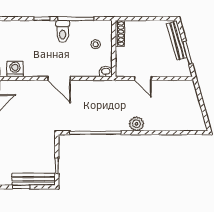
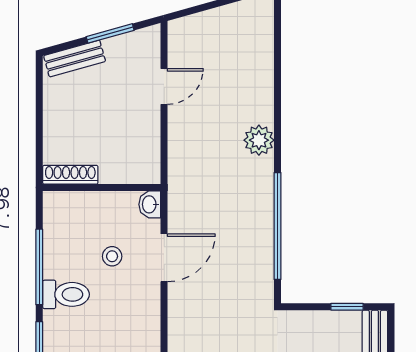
bench: (177, 41) -> (75, 59), width x0.73
stool: (96, 44) -> (112, 256), moved
door: (59, 78) -> (164, 258), moved
door: (143, 78) -> (164, 86), moved

